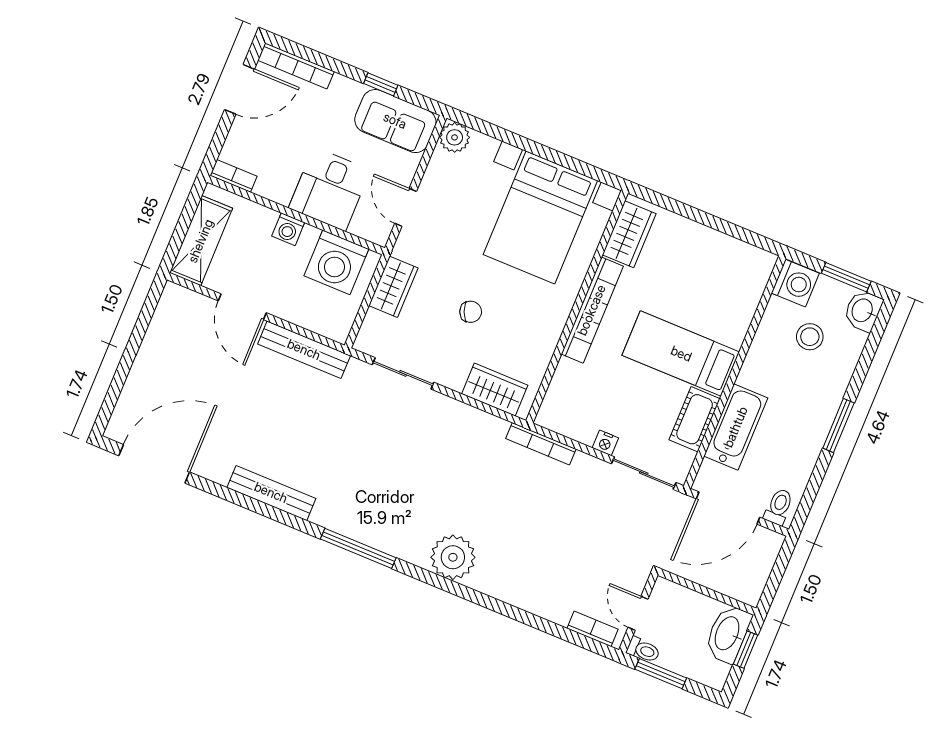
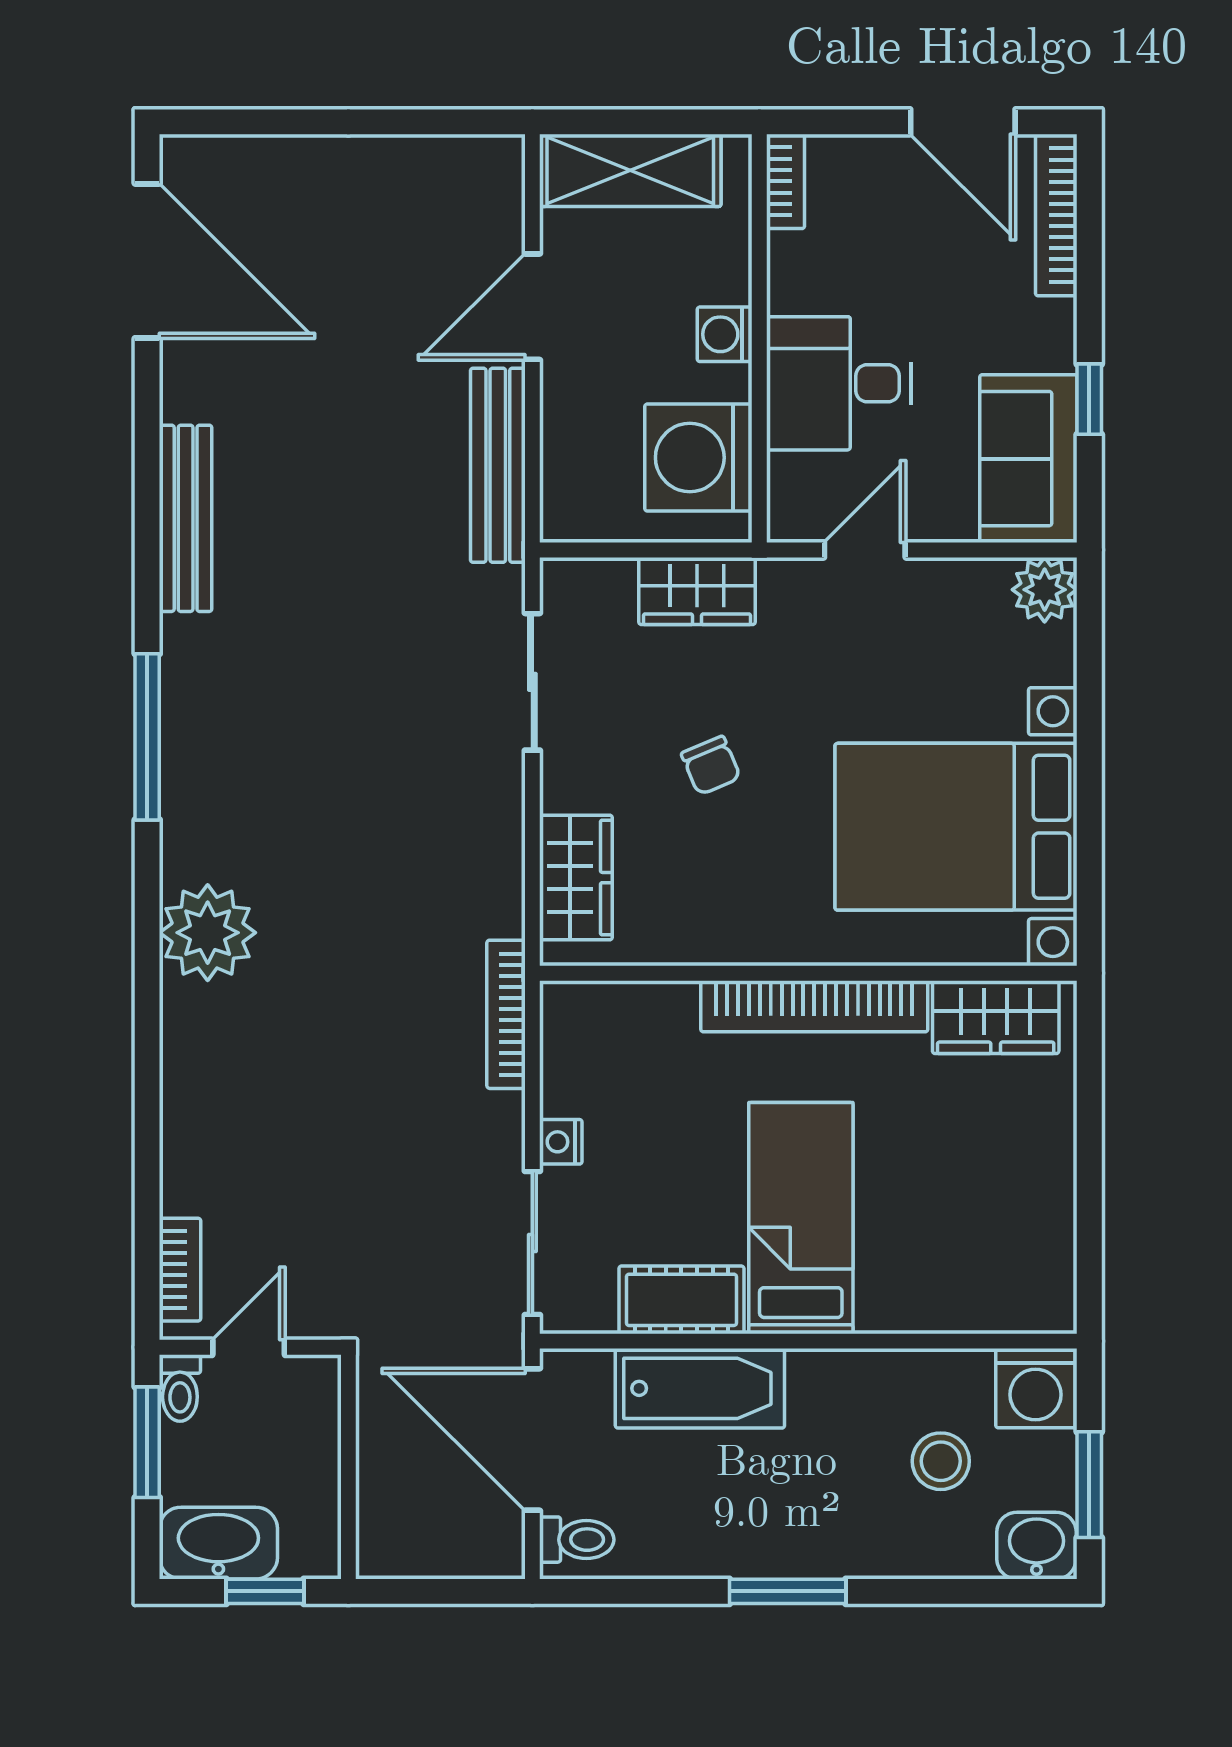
washbasin: (728, 634) -> (218, 1543), moved

